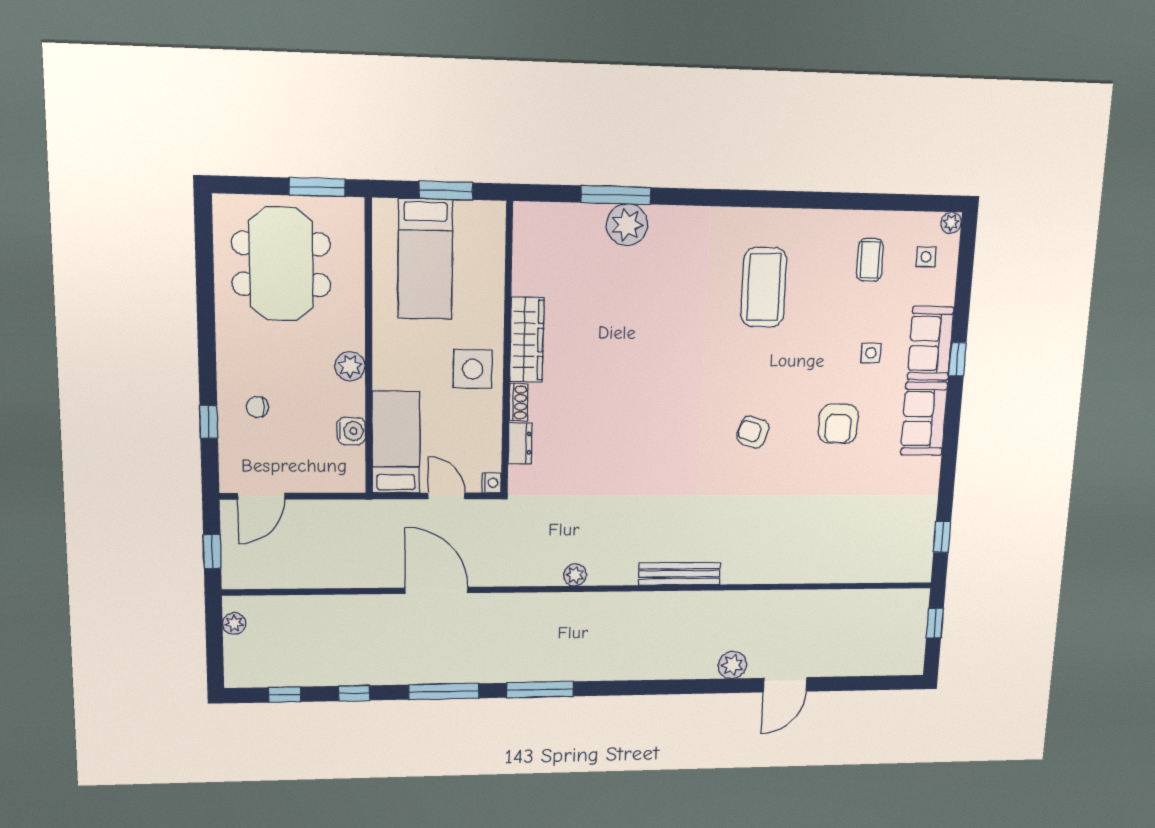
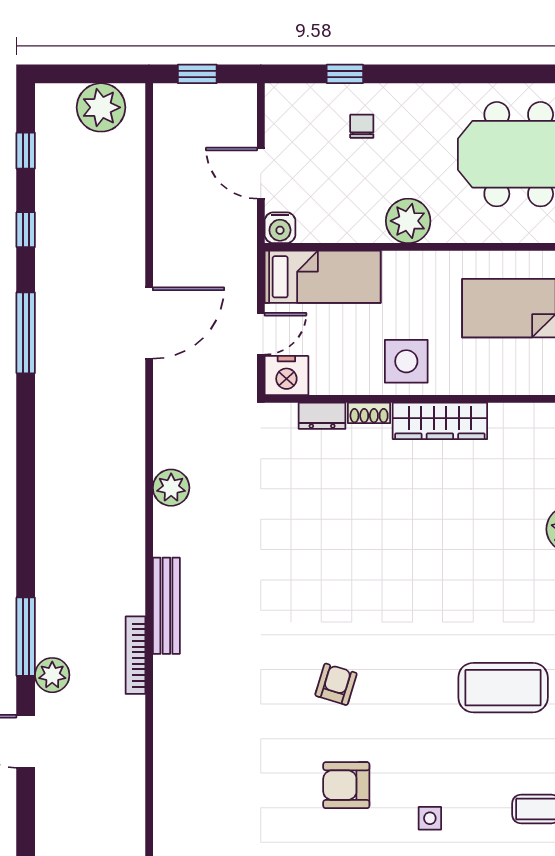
plant: (350, 366) -> (408, 221), width x1.36, depth x1.36
water cooler: (351, 431) -> (280, 228), moved
nightstand: (491, 483) -> (286, 376), width x1.89, depth x1.79
door: (261, 496) -> (261, 173), moved
plant: (575, 575) -> (171, 488), width x1.38, depth x1.38
bookcase: (720, 598) -> (135, 655), added
plant: (234, 624) -> (101, 107), width x1.87, depth x1.87
window: (540, 690) -> (26, 637), moved

